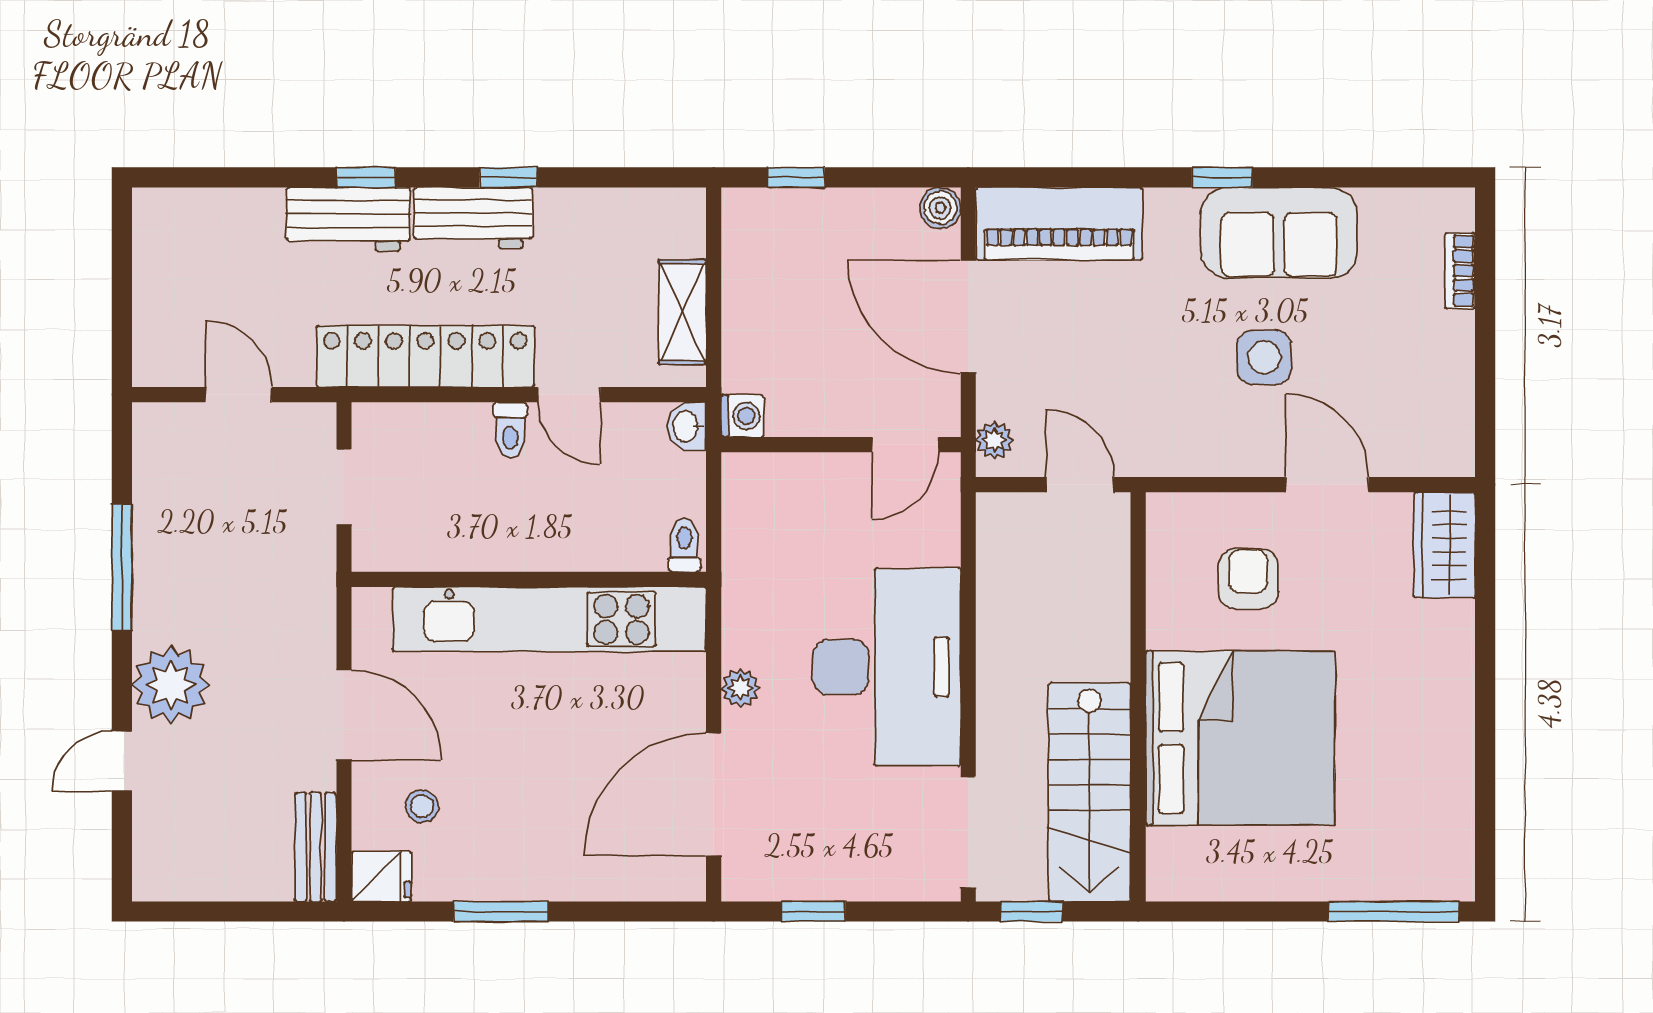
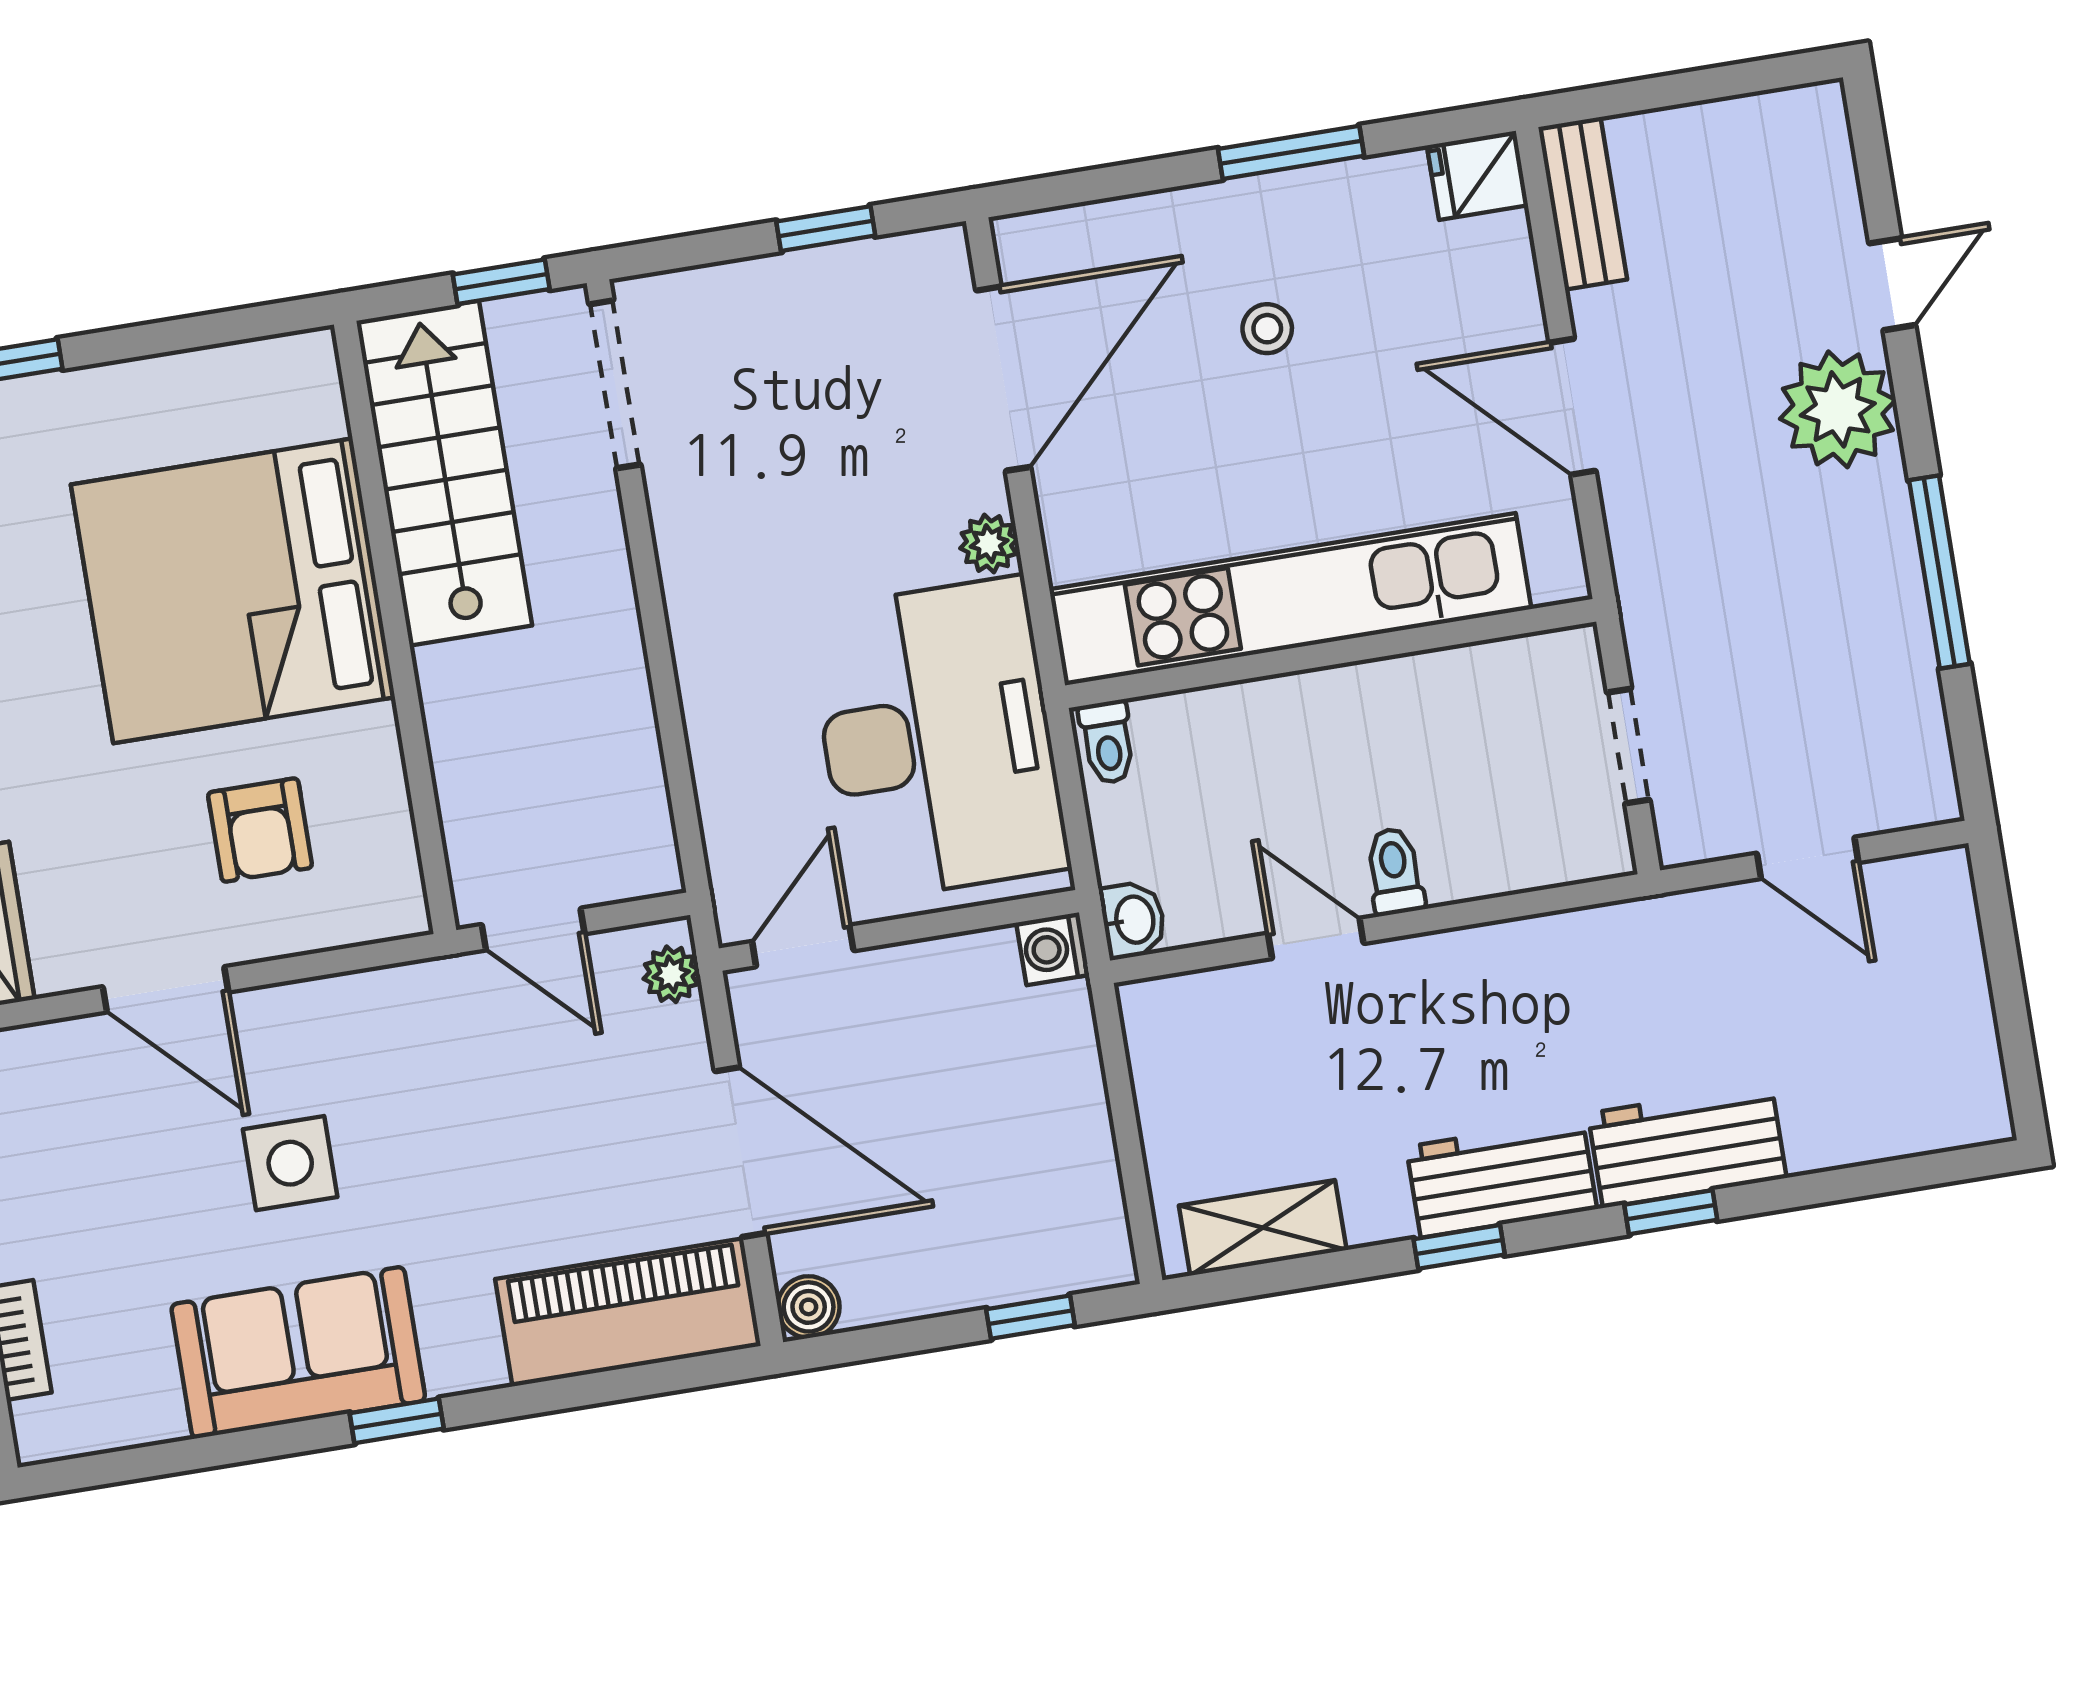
shelving: (682, 312) -> (1263, 1228), moved, turned 90
locker: (425, 356) -> (1539, 960), removed
desk: (887, 667) -> (937, 739), moved, turned 180
stool: (422, 806) -> (1267, 329), moved

